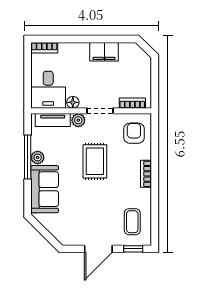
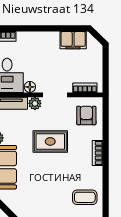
filing cabinet: (104, 52) -> (73, 40), moved
rug: (95, 161) -> (50, 141), turned 90
coffee table: (132, 222) -> (85, 197), turned 90

